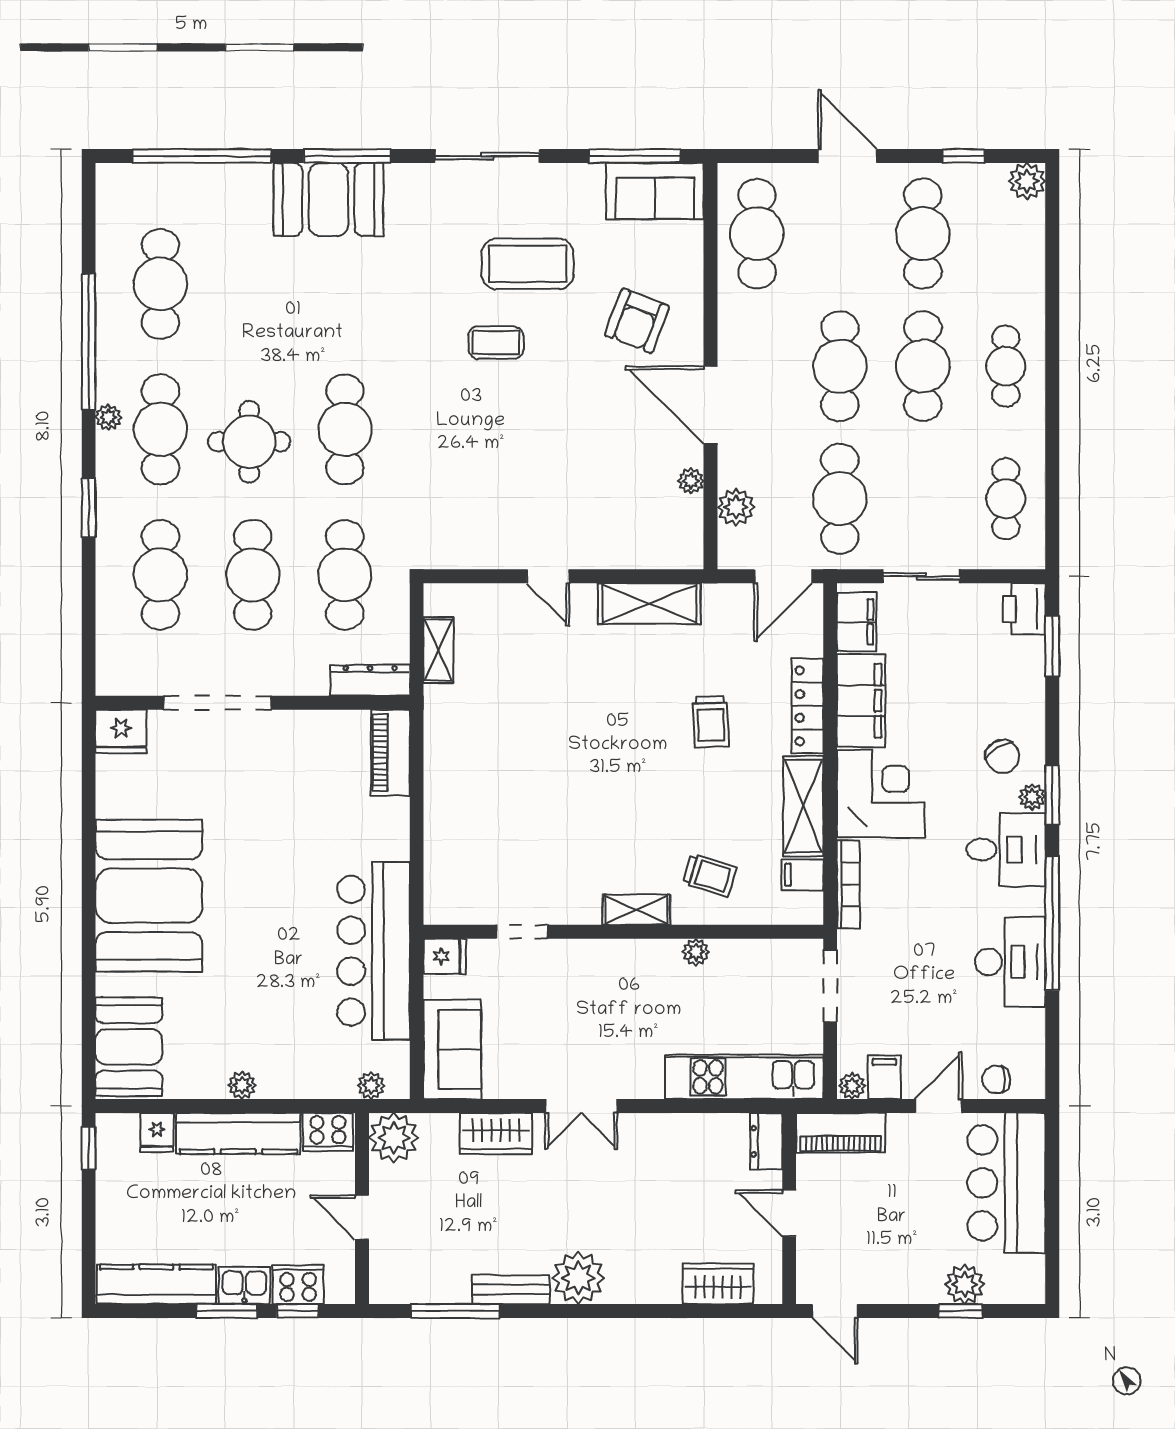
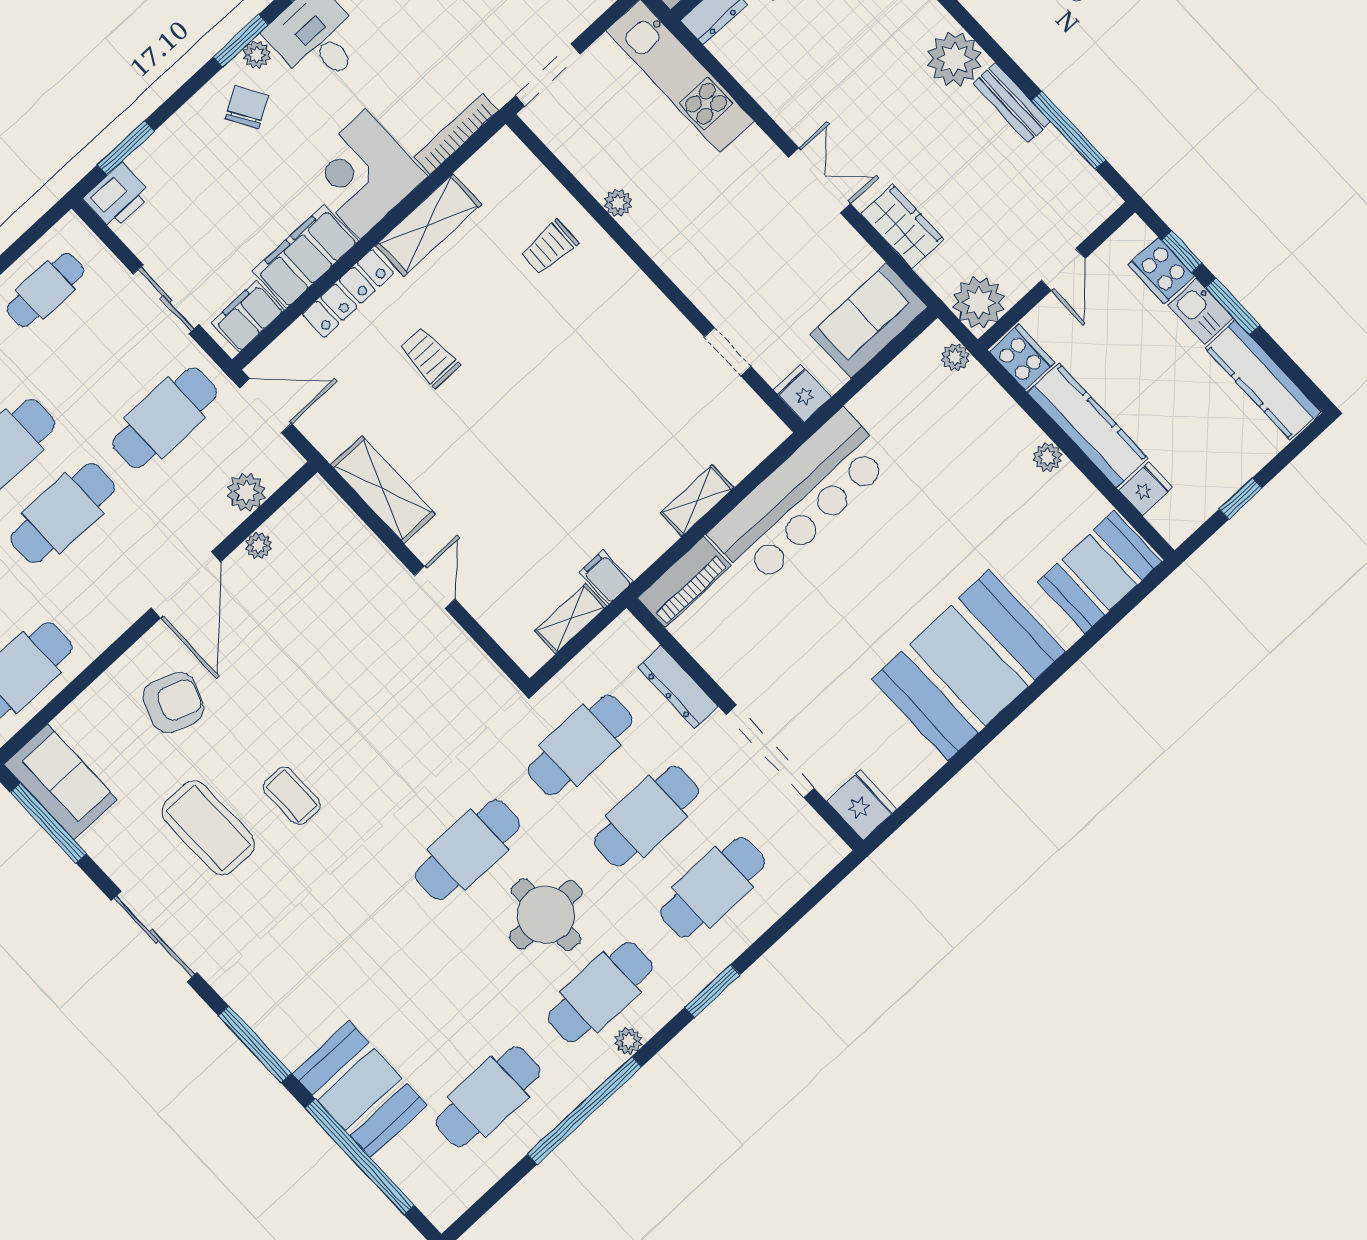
booth: (328, 200) -> (359, 1089), moved
dresser: (370, 680) -> (678, 687), moved
trolley: (711, 721) -> (430, 357), turned -88
trolley: (710, 875) -> (549, 247), turned -105
filing cabinet: (802, 875) -> (606, 577), moved, turned 180
shelving: (636, 910) -> (697, 500), moved, turned 90
bar counter: (374, 951) -> (800, 498), moved
window: (89, 1148) -> (1241, 499), moved

